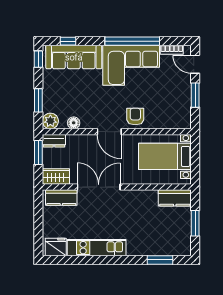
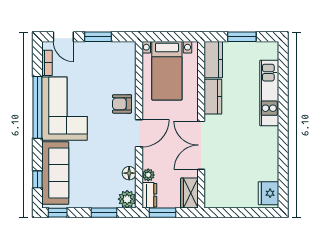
door: (195, 64) -> (63, 37), hinge flipped
plant: (72, 140) -> (148, 175), added
kitchen counter: (61, 198) -> (213, 97), moved
kitchen unit: (97, 248) -> (269, 93), moved
window: (160, 260) -> (283, 76), removed

